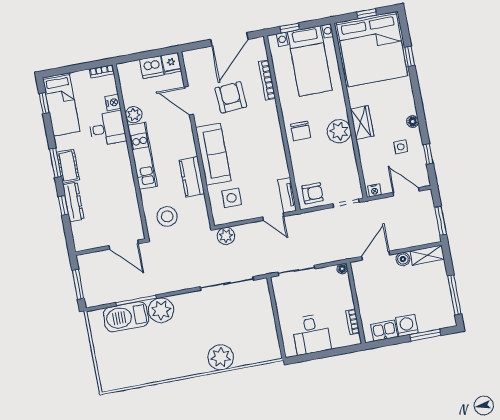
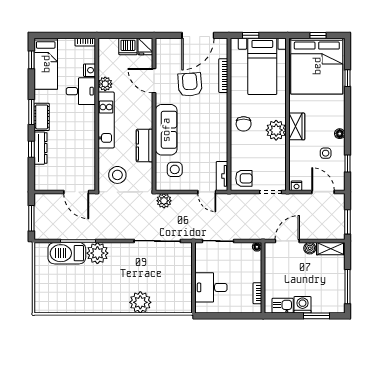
desk: (311, 334) -> (211, 287), moved, turned 90

